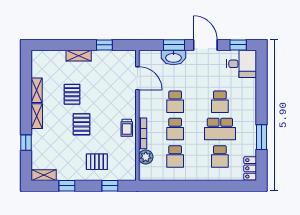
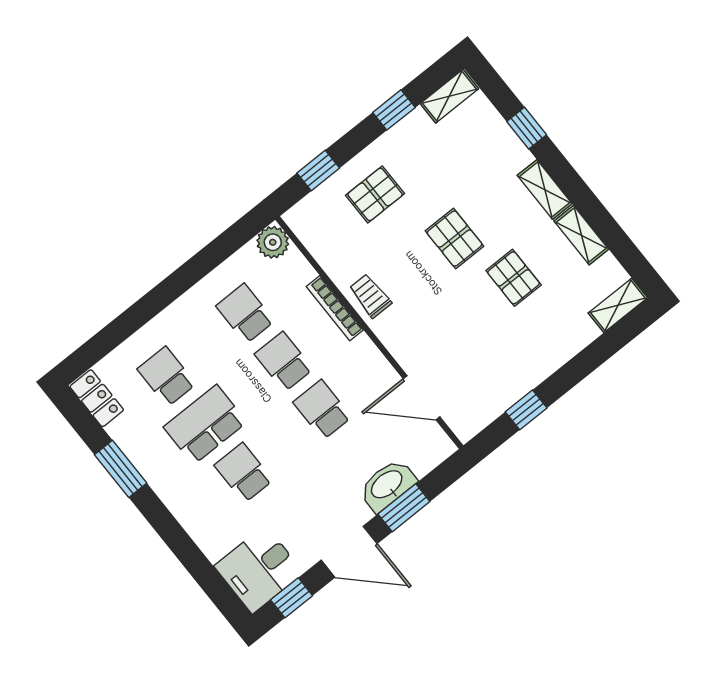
shelving: (79, 56) -> (618, 305), moved
plant: (146, 157) -> (273, 242), moved

